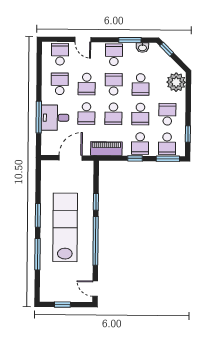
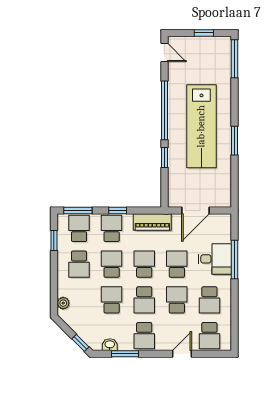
door: (83, 40) -> (182, 354), hinge flipped
plant: (176, 82) -> (63, 303), width x0.53, depth x0.53
window: (38, 254) -> (235, 59), moved

